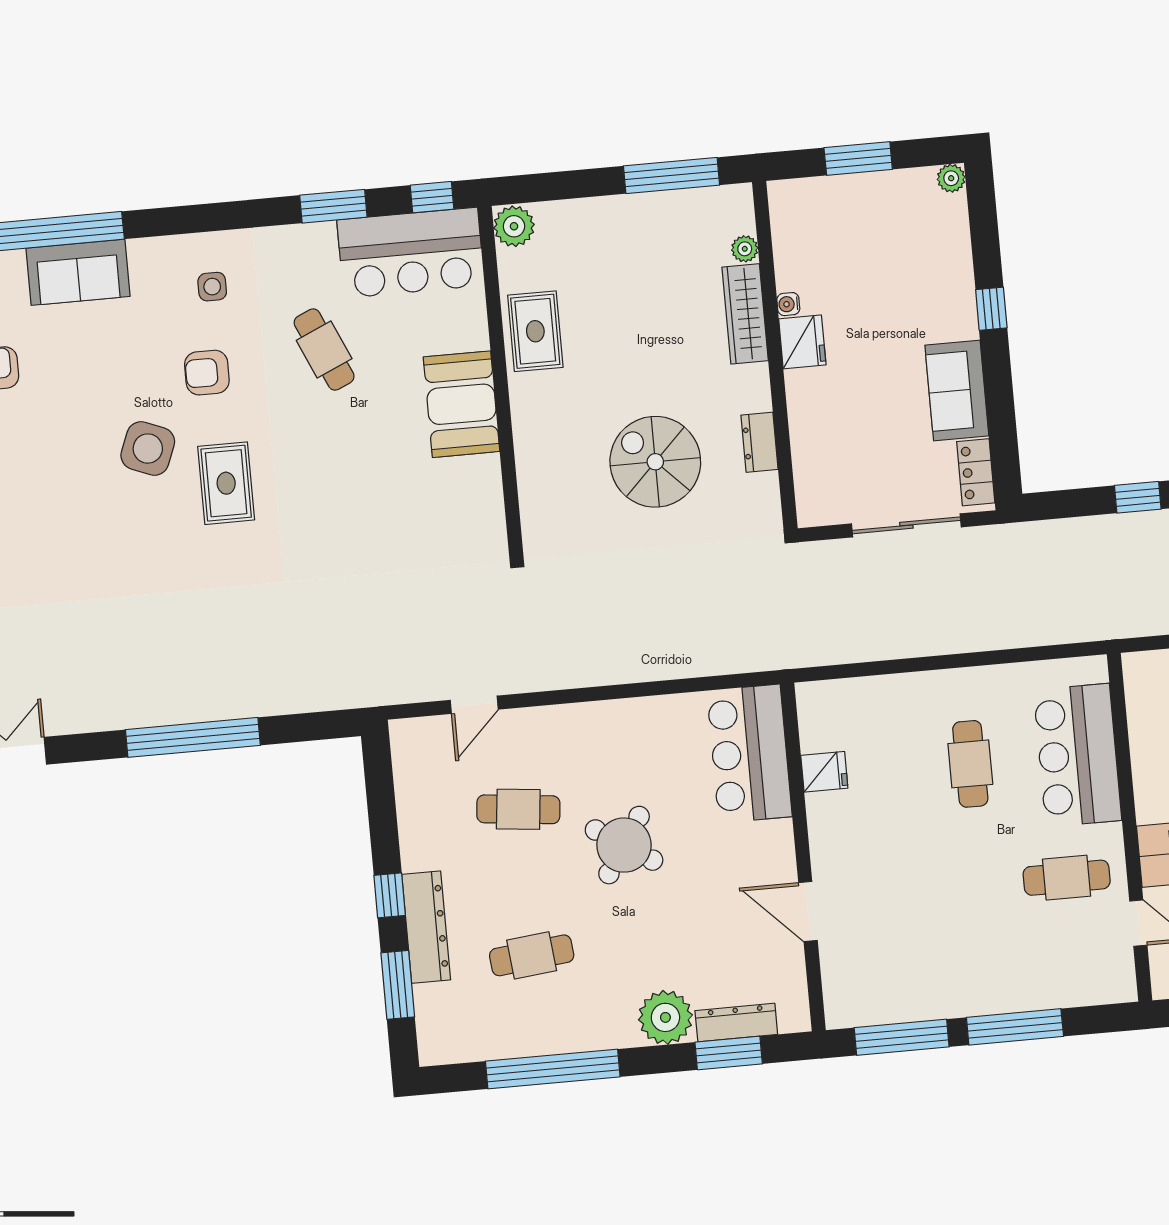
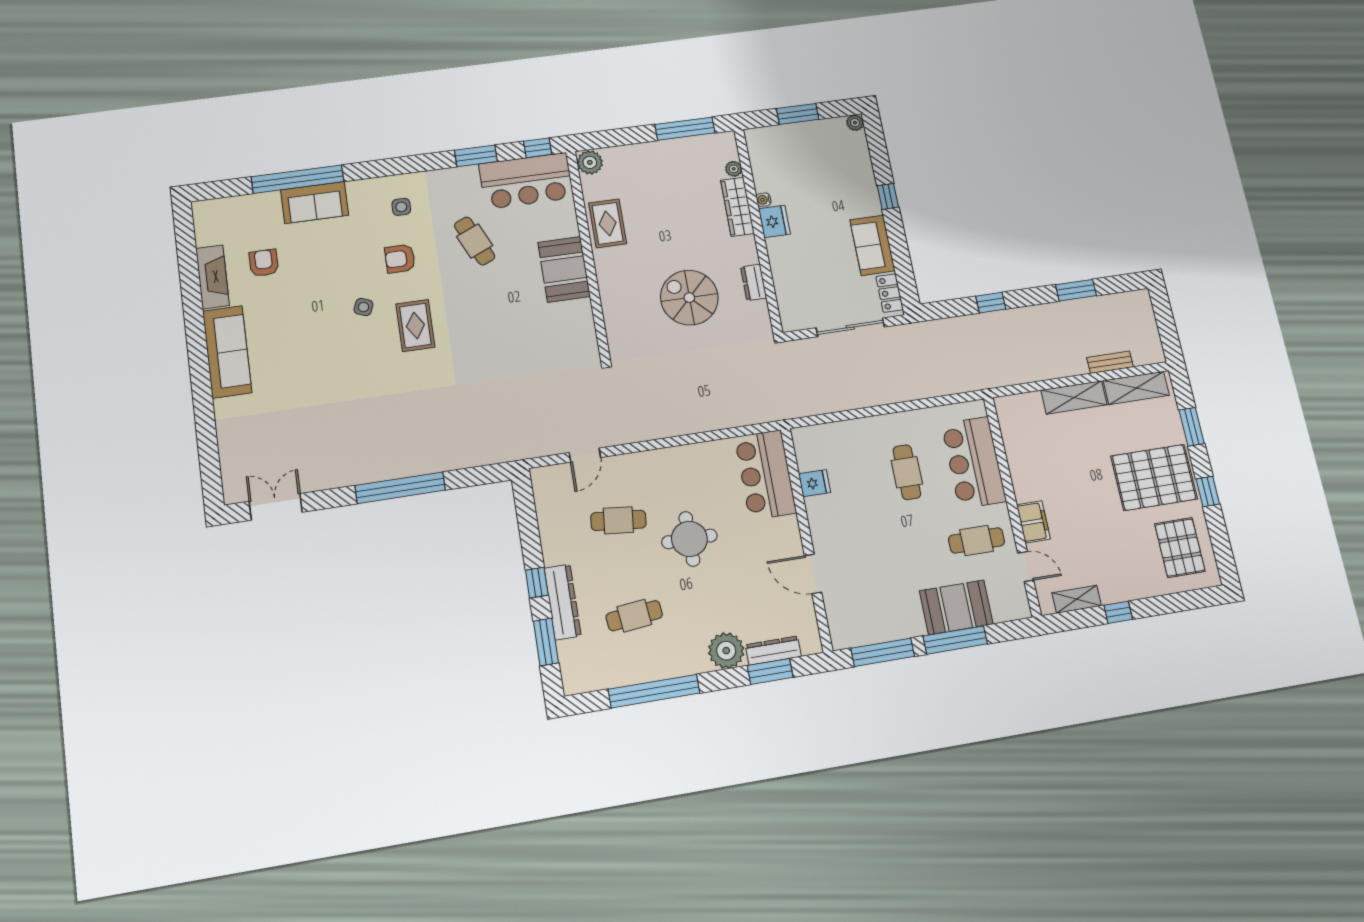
side table: (148, 449) -> (363, 307), width x0.54, depth x0.54
round table: (624, 845) -> (689, 539), turned -33
booth: (1022, 978) -> (956, 607), added

